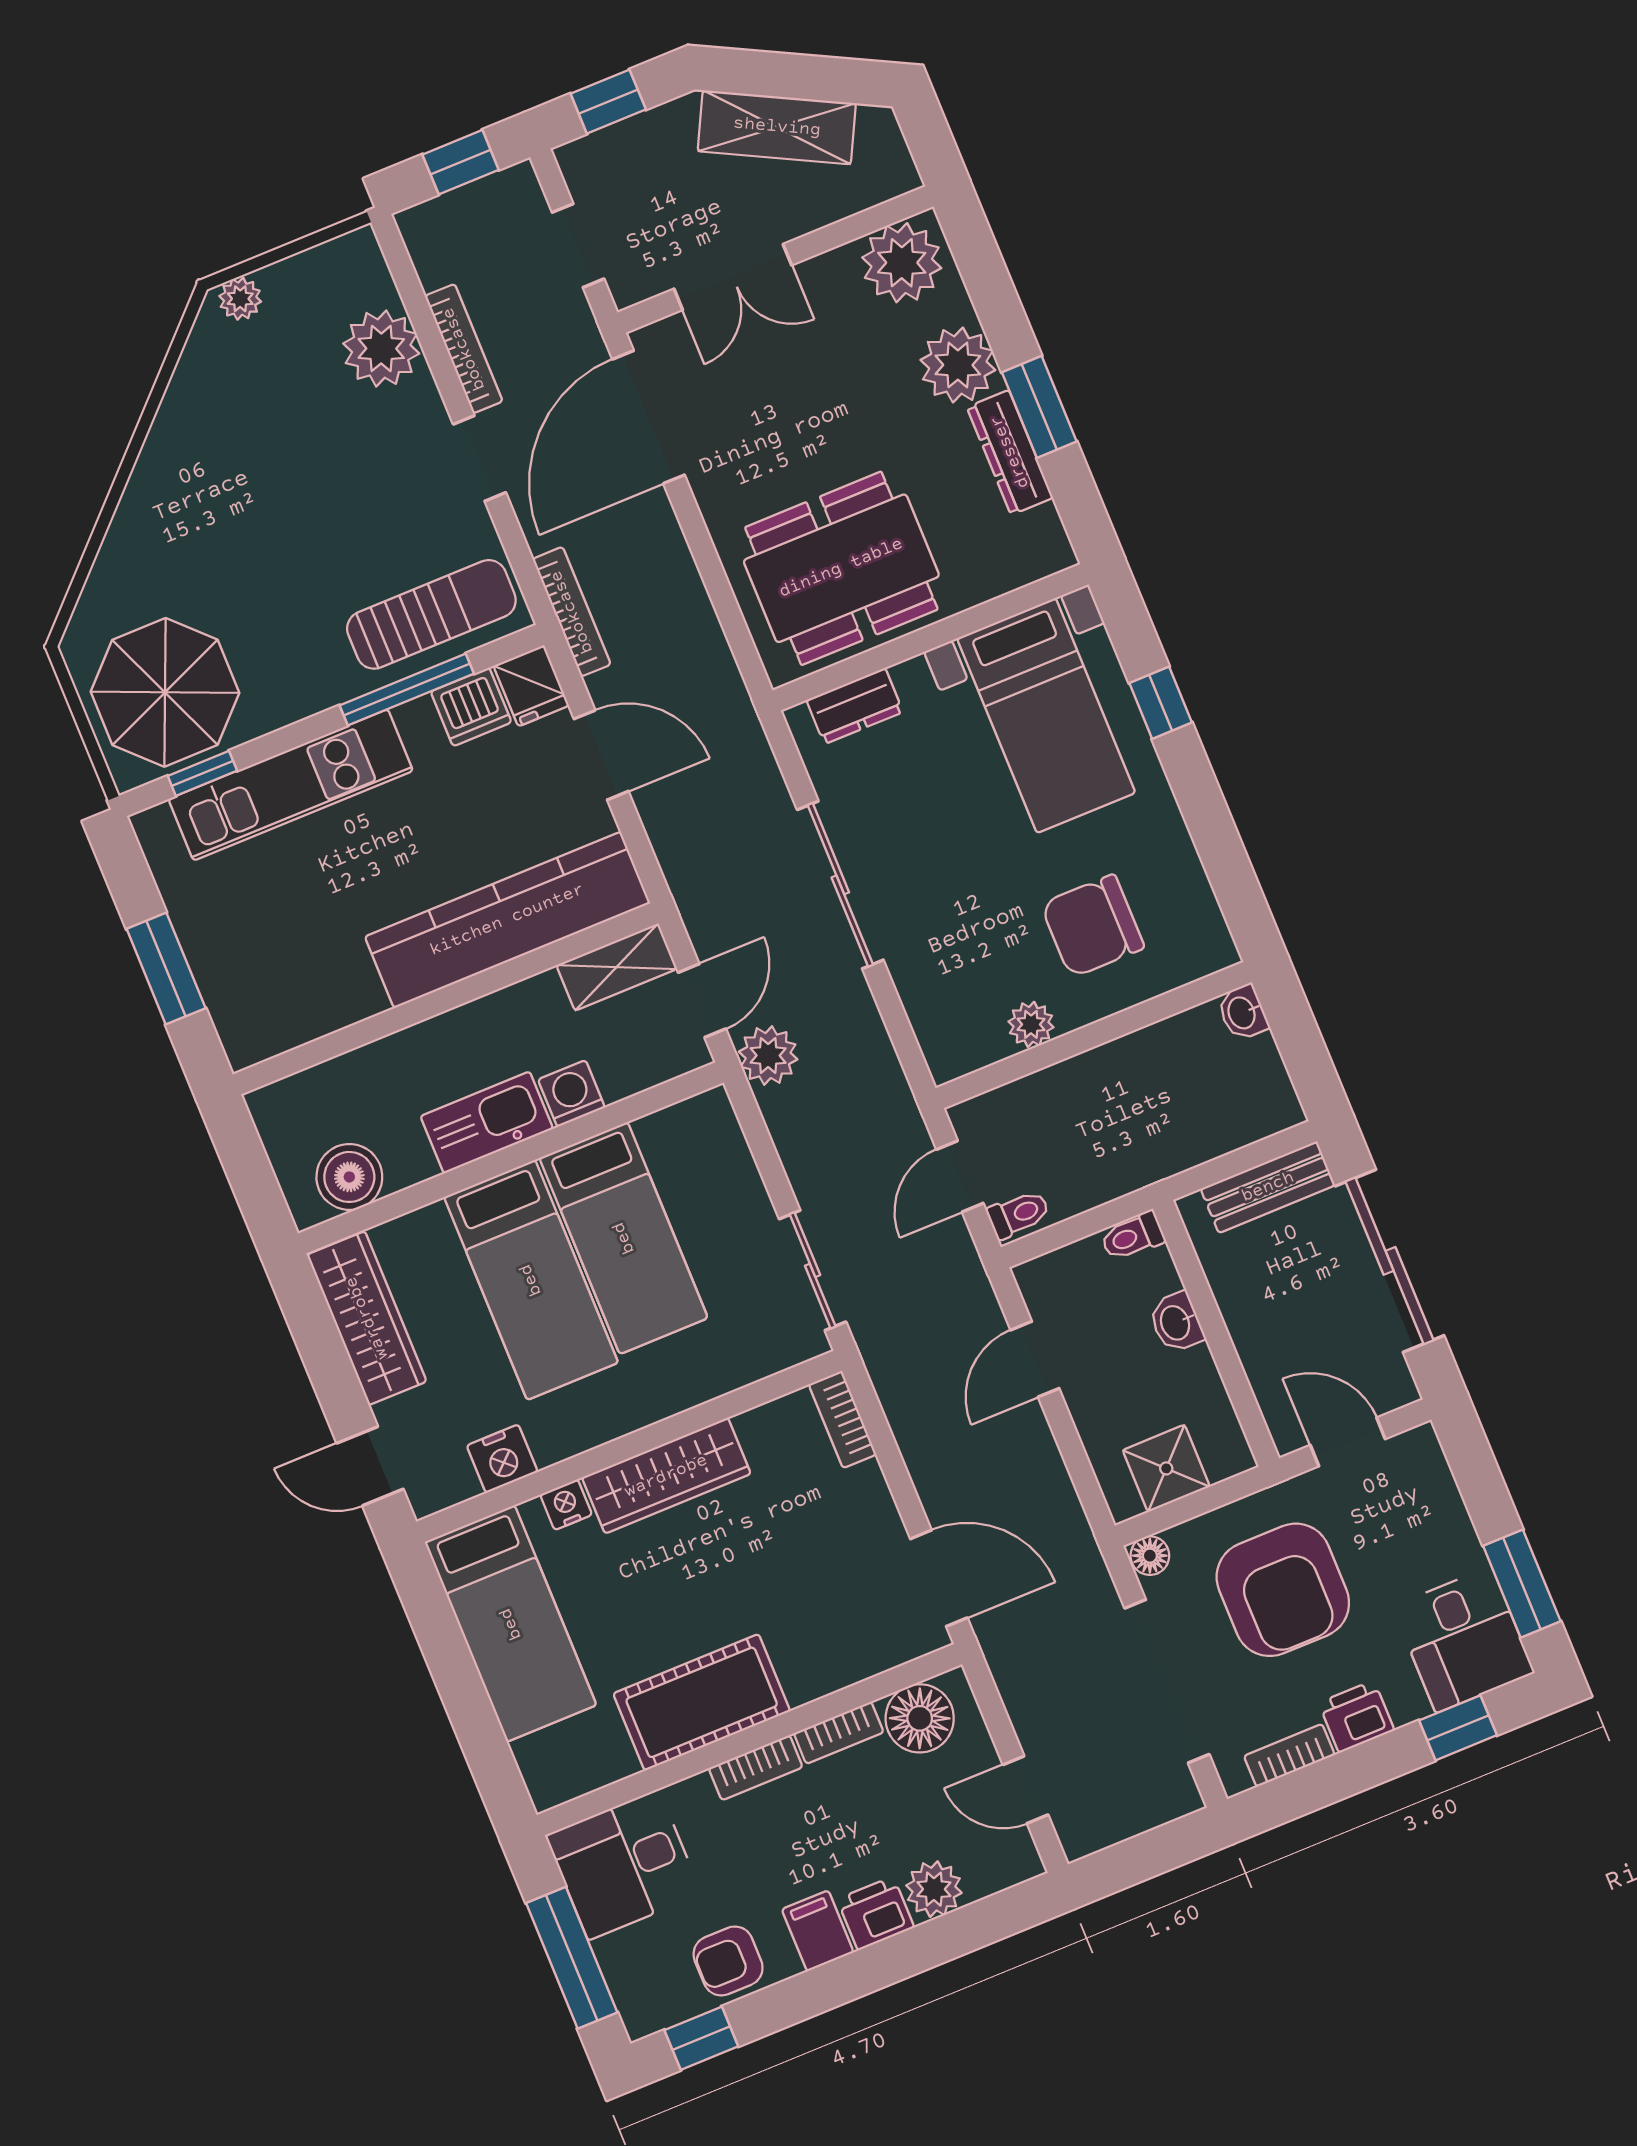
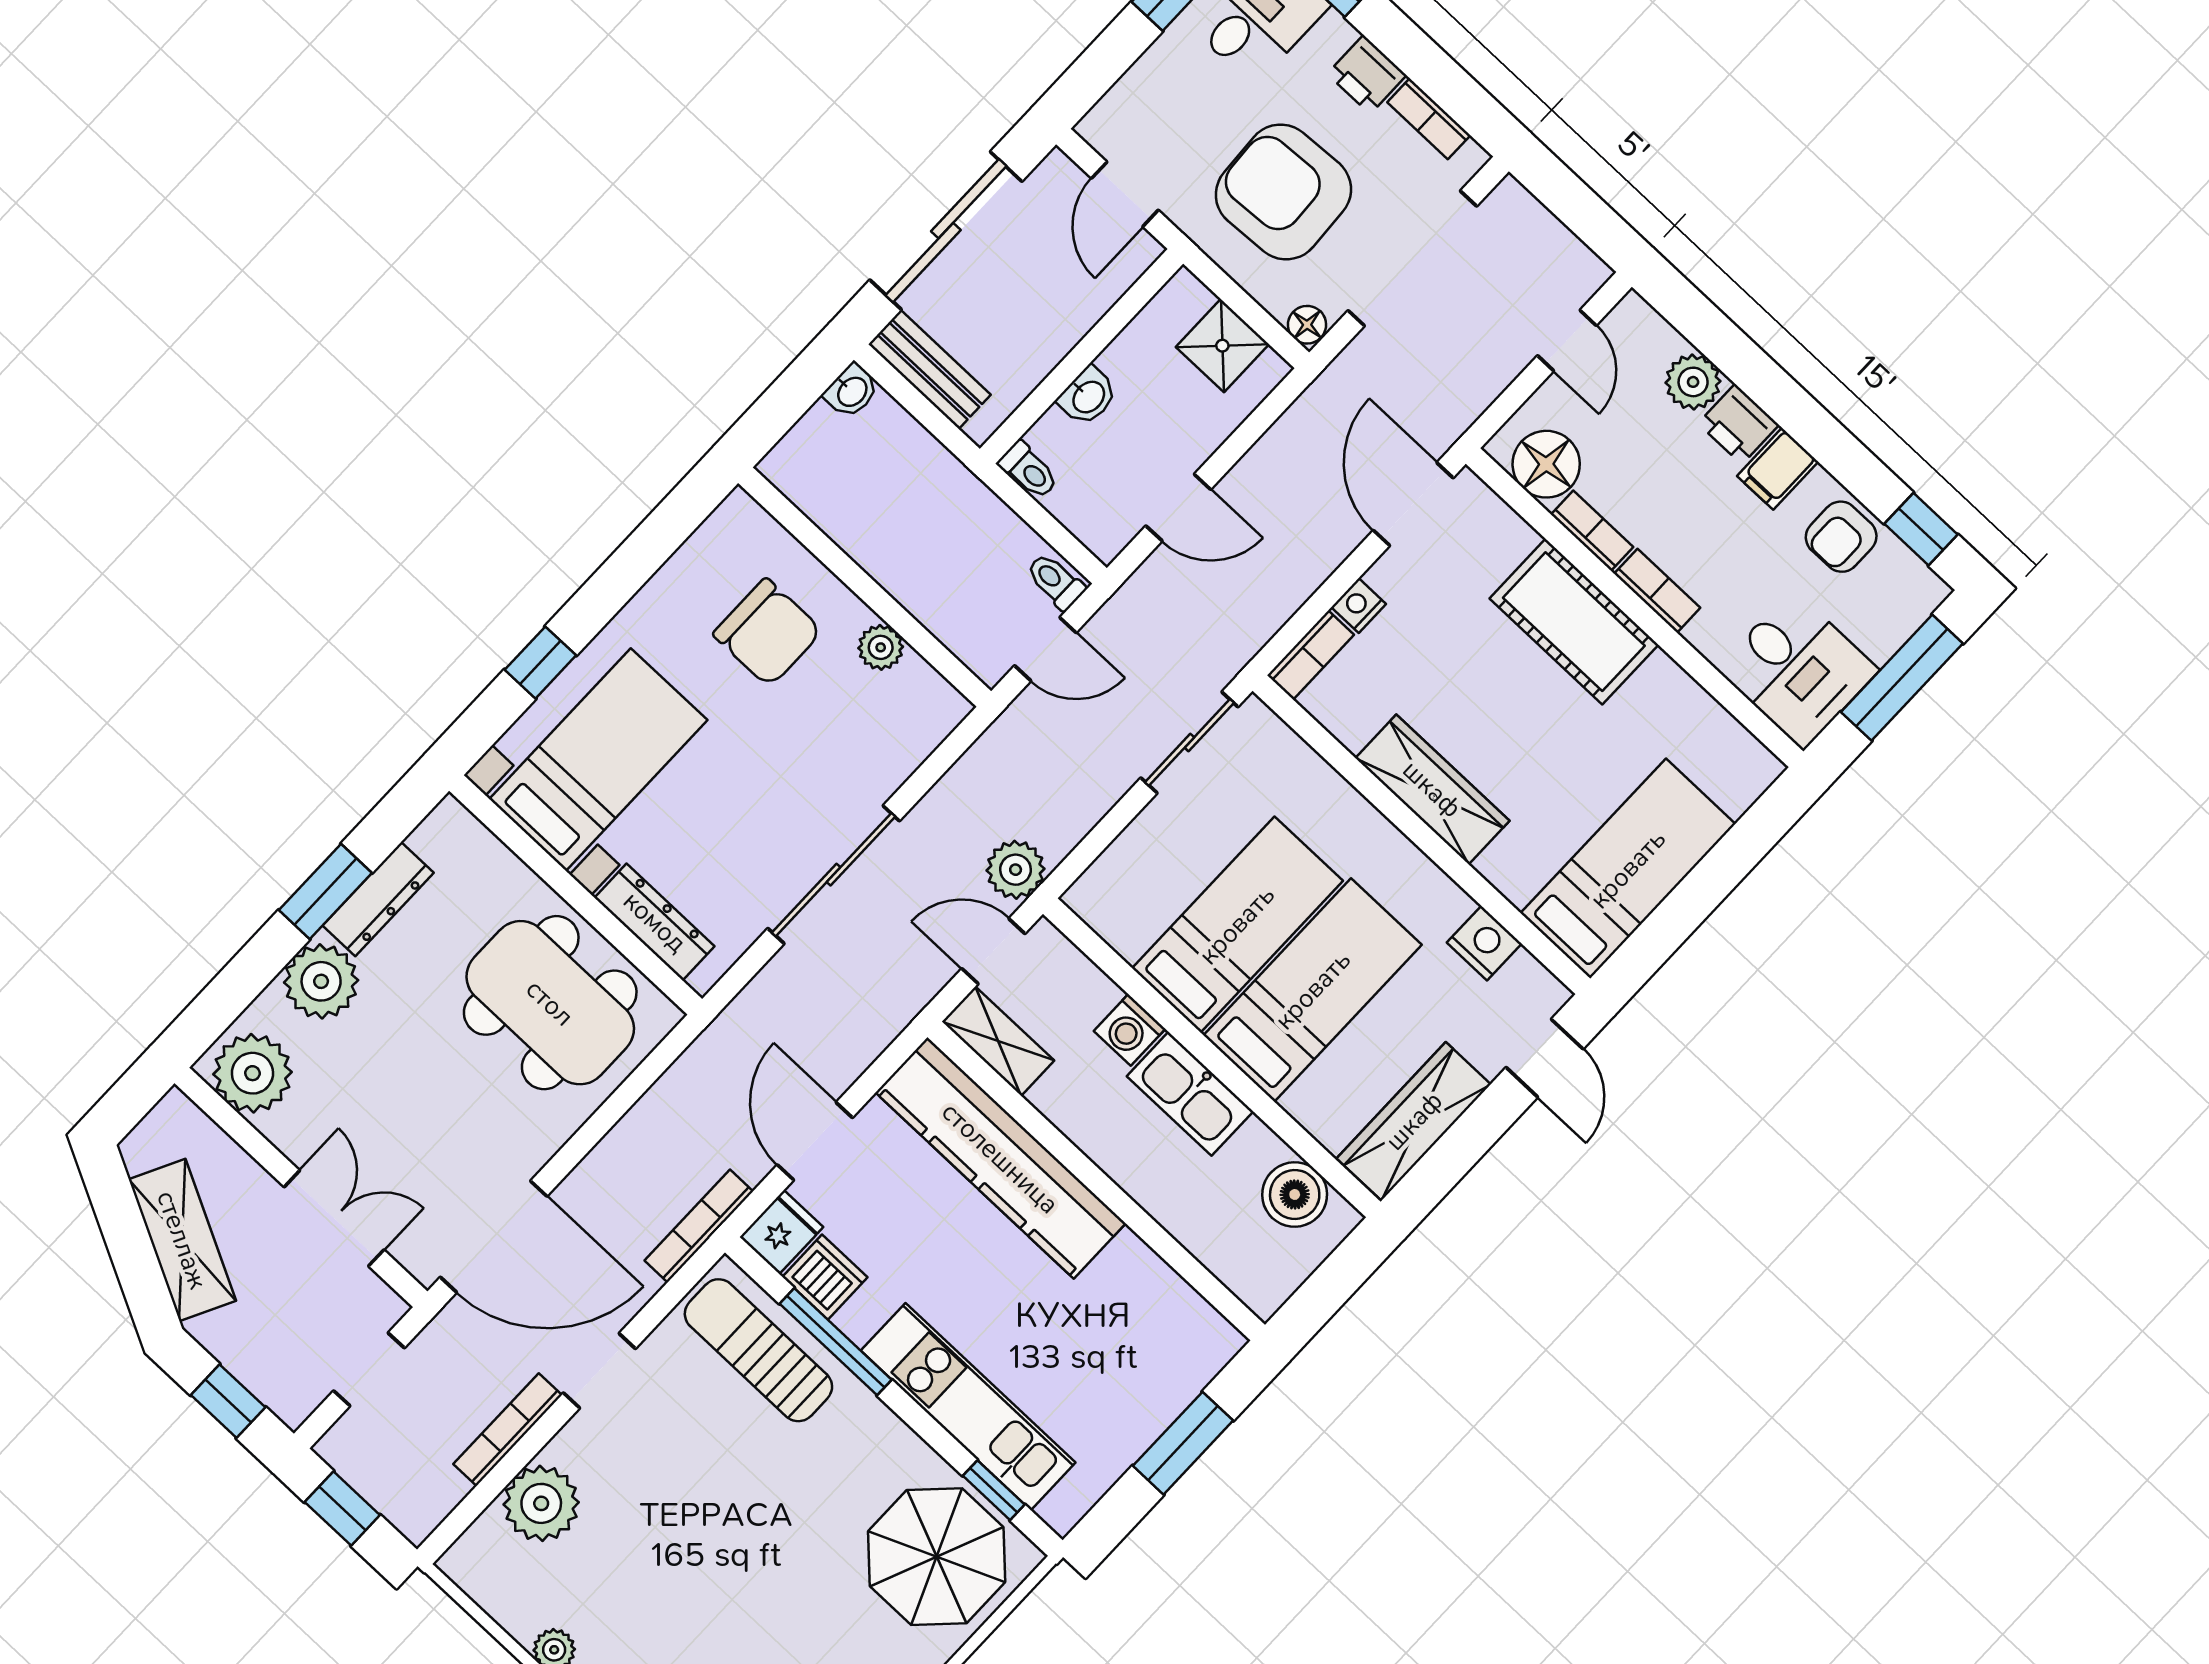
dresser: (855, 706) -> (655, 922), width x1.44
washbasin: (1243, 1012) -> (851, 391), moved
nightstand: (566, 1505) -> (1359, 605), moved, turned 90
armchair: (1283, 1590) -> (1283, 192), turned -93
cot: (702, 1702) -> (1574, 622), moved
armchair: (728, 1961) -> (1841, 537), turned 90

